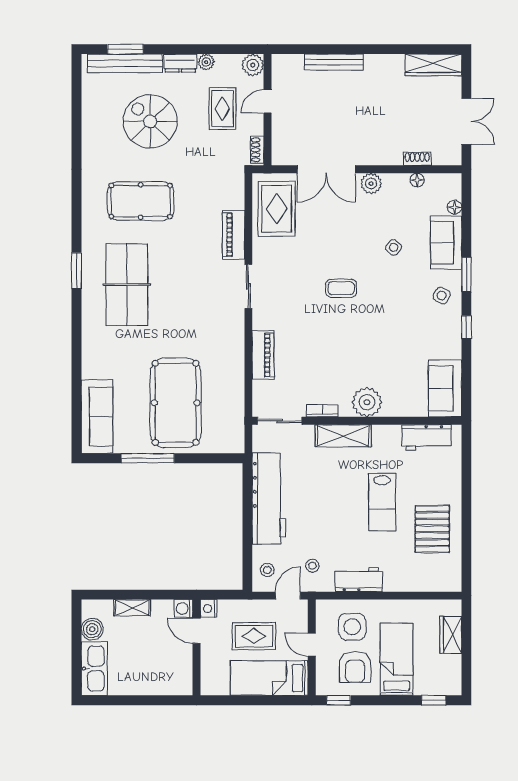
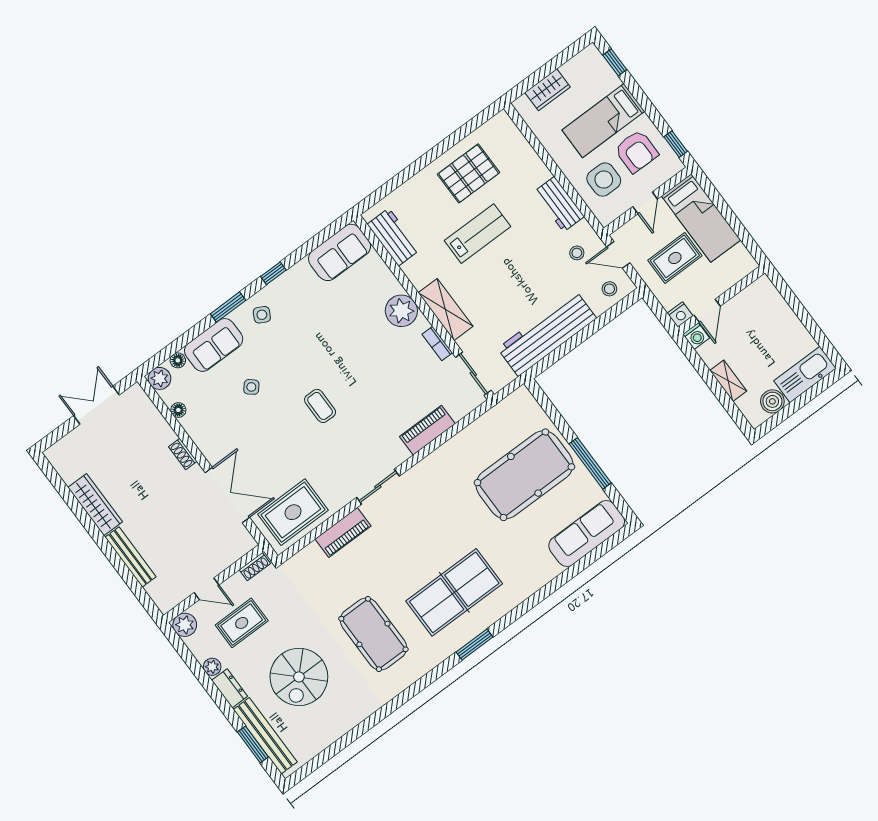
wardrobe: (433, 65) -> (95, 505), moved
shoe rack: (417, 159) -> (183, 454), moved
plant: (371, 183) -> (160, 378), moved
rug: (254, 636) -> (675, 258), turned 90
armchair: (355, 667) -> (636, 151), turned 90

